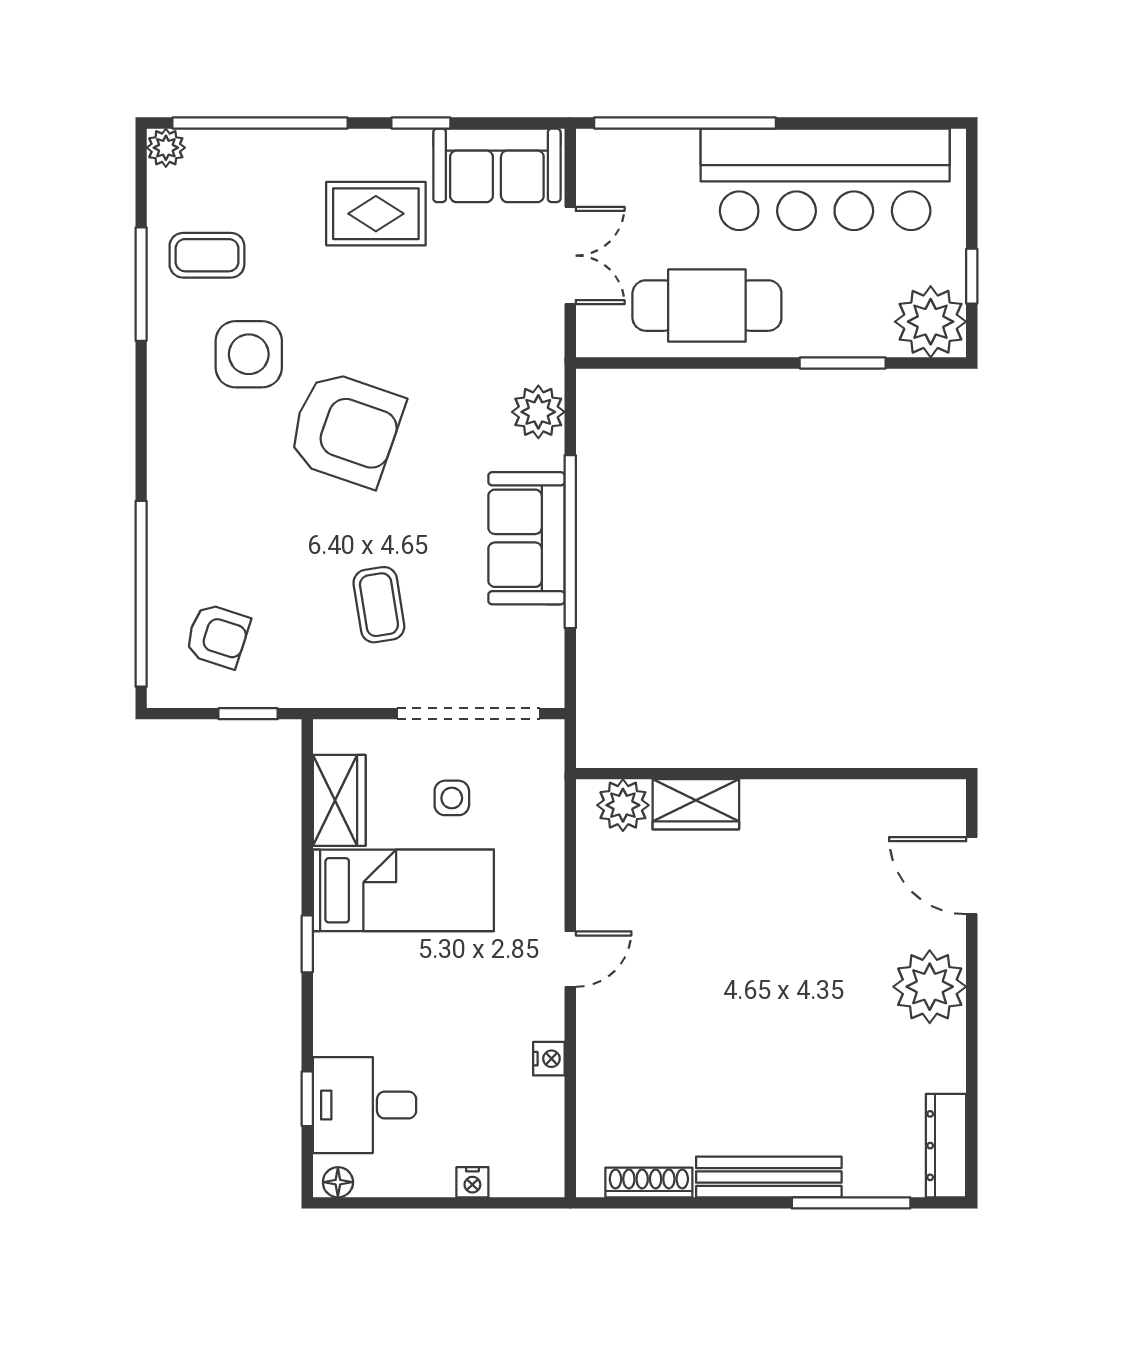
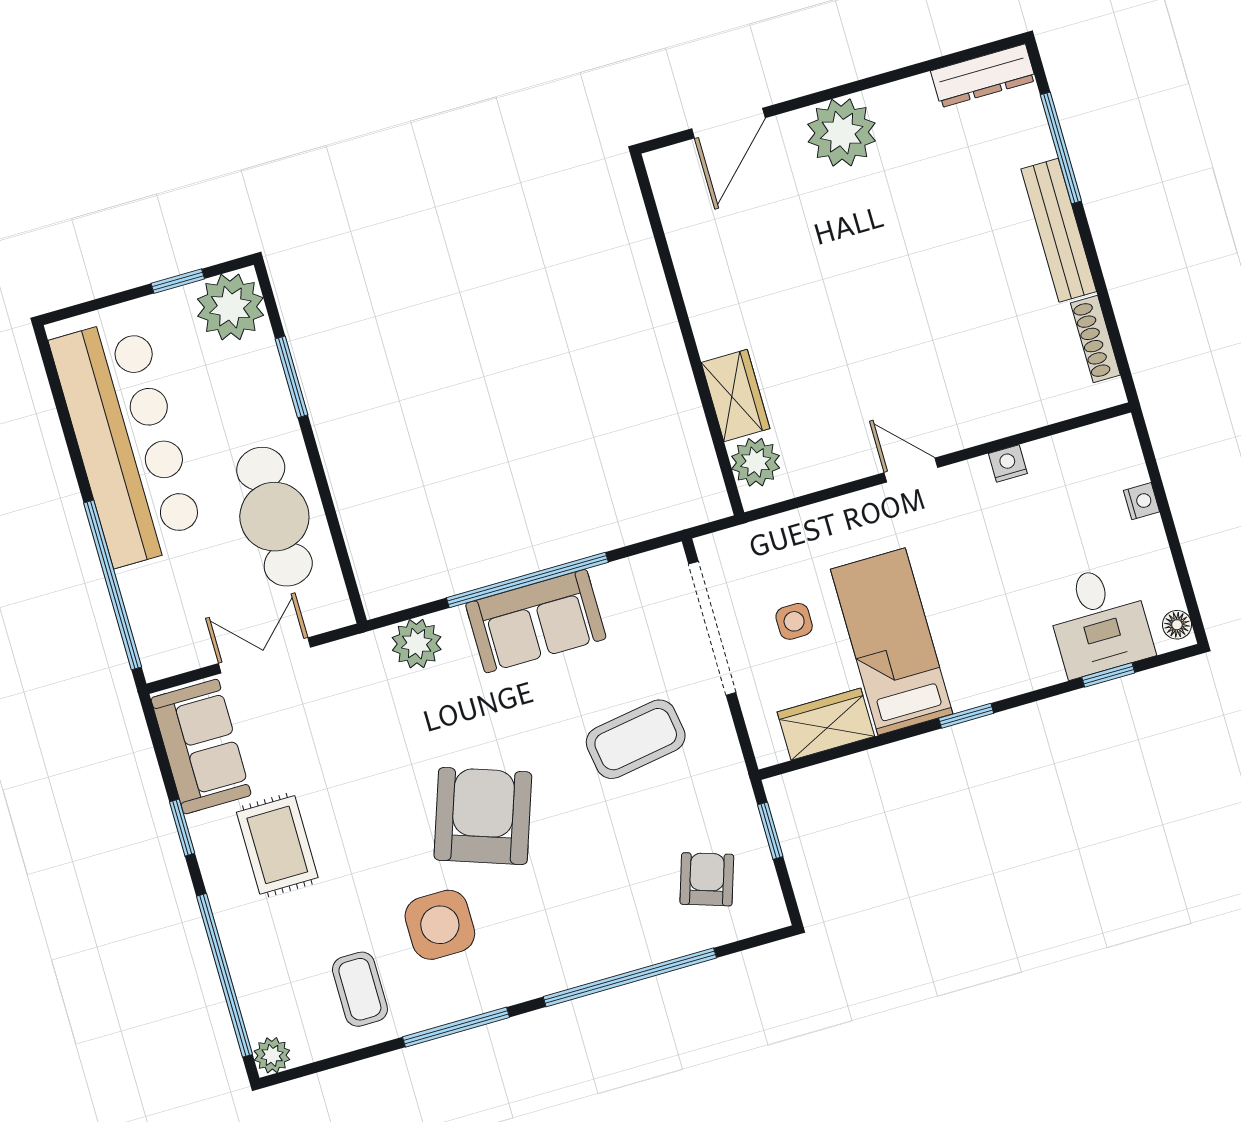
window: (141, 284) -> (456, 1027), moved
window: (141, 594) -> (630, 977), moved
coffee table: (379, 605) -> (636, 739), width x1.36, depth x1.30

